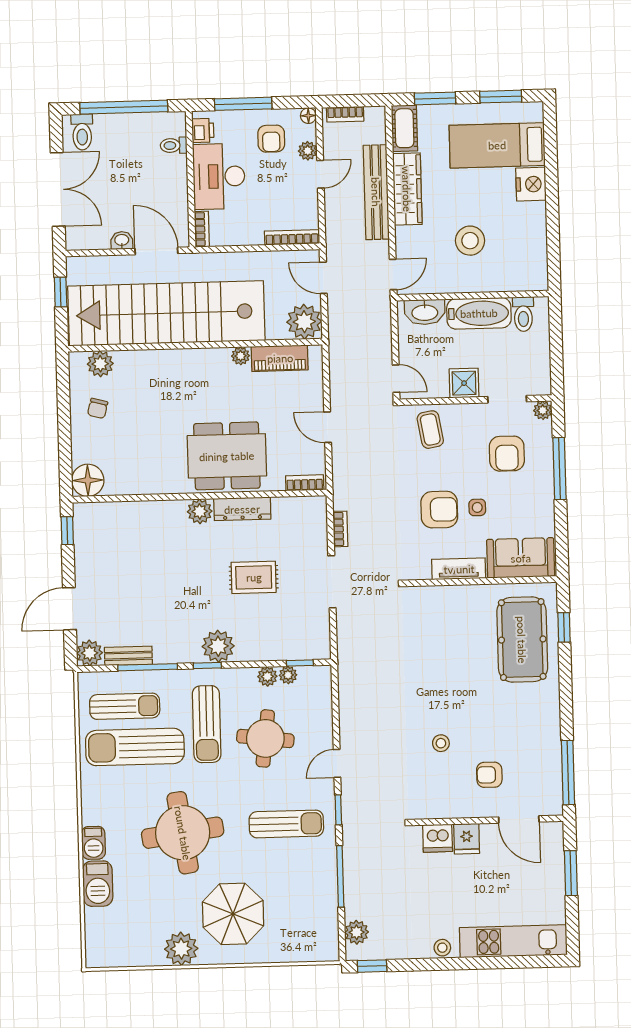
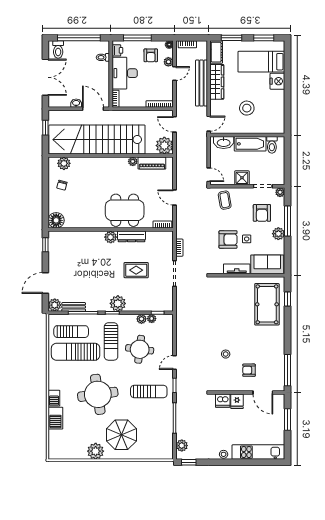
plant: (542, 495) -> (278, 234), added

